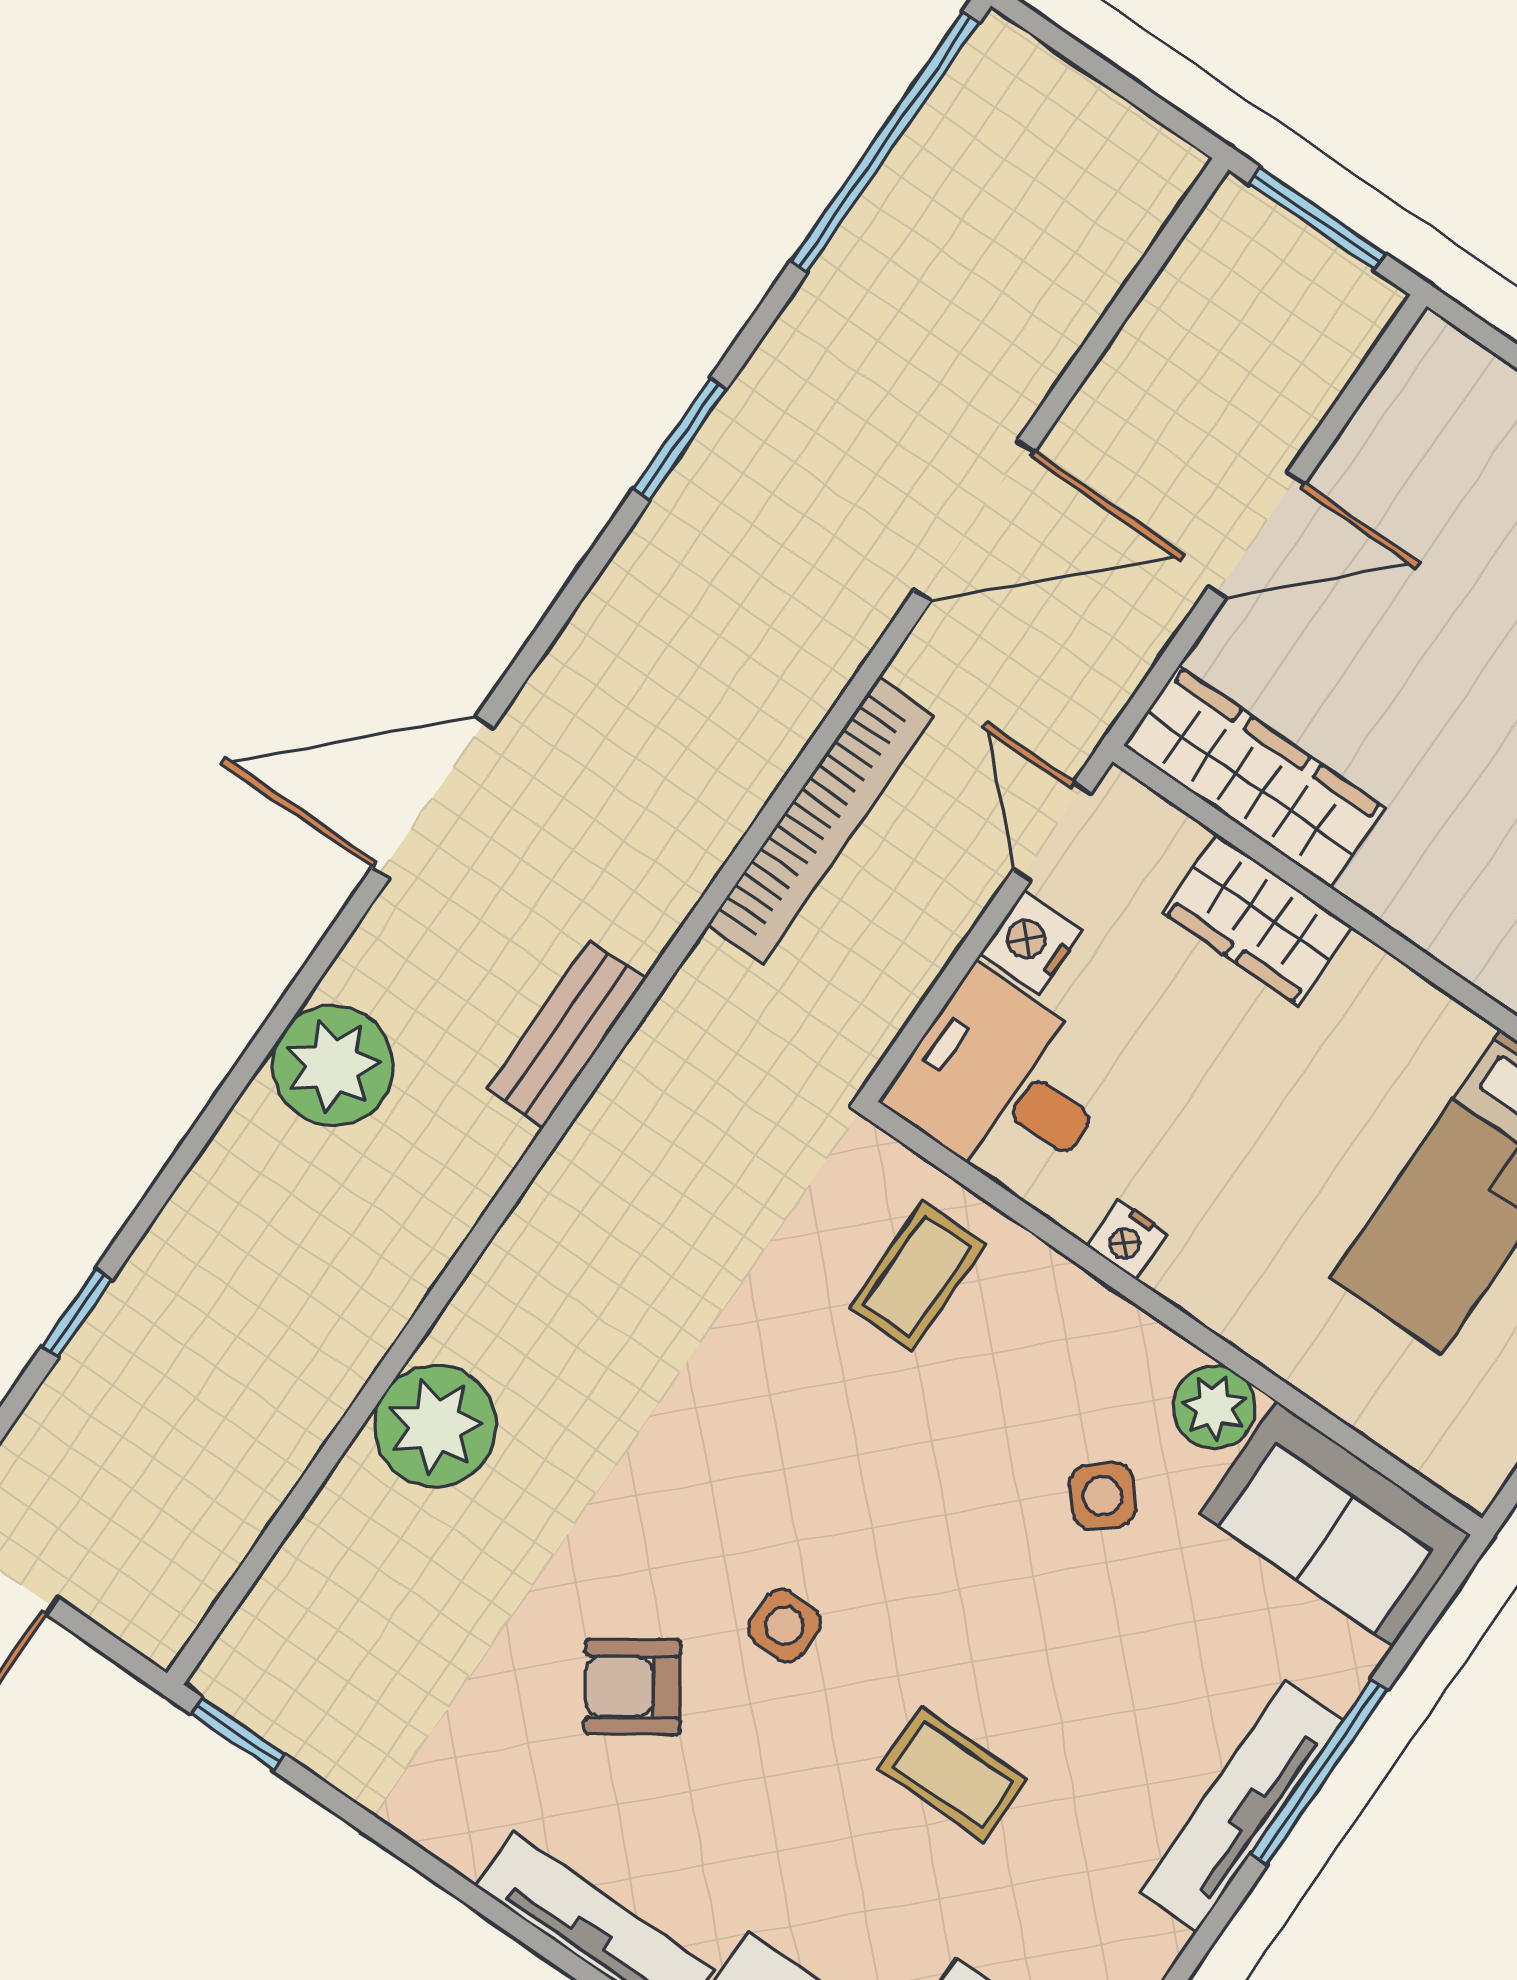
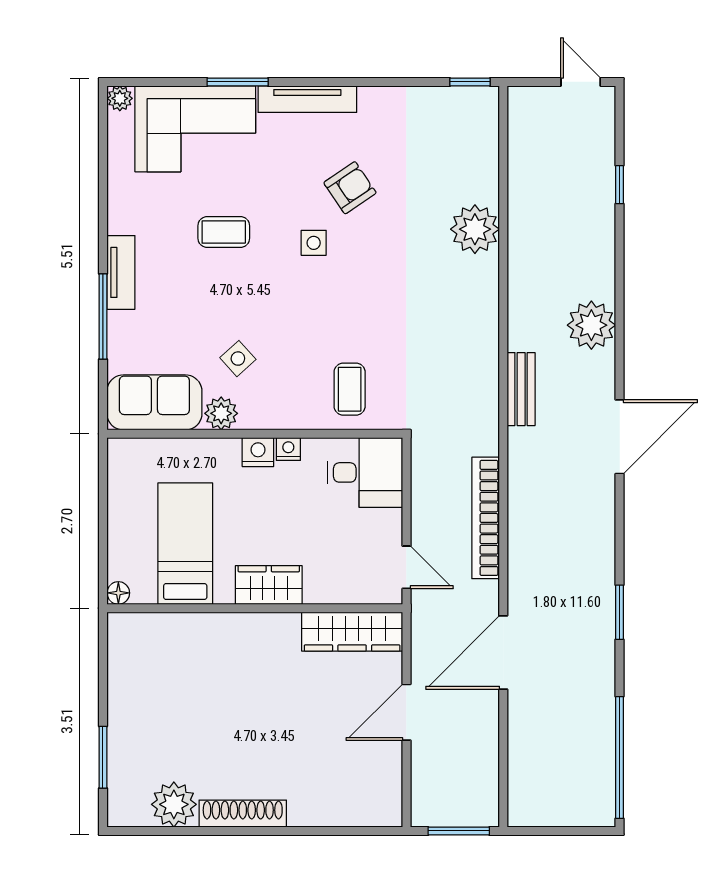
wardrobe: (1257, 919) -> (269, 585), moved
nightstand: (1031, 942) -> (258, 452), moved, turned -90
tv unit: (1241, 1806) -> (121, 272), width x0.71

